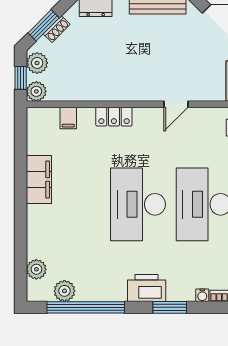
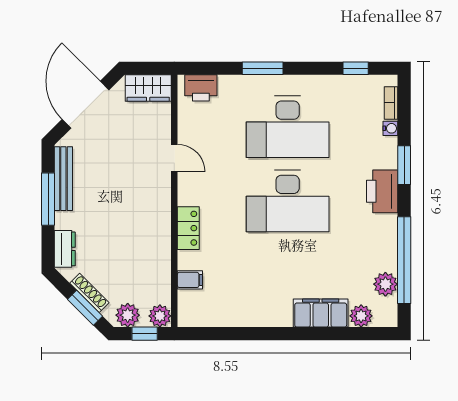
shoe rack: (57, 29) -> (89, 293), width x1.43
filing cabinet: (39, 179) -> (321, 313), moved

